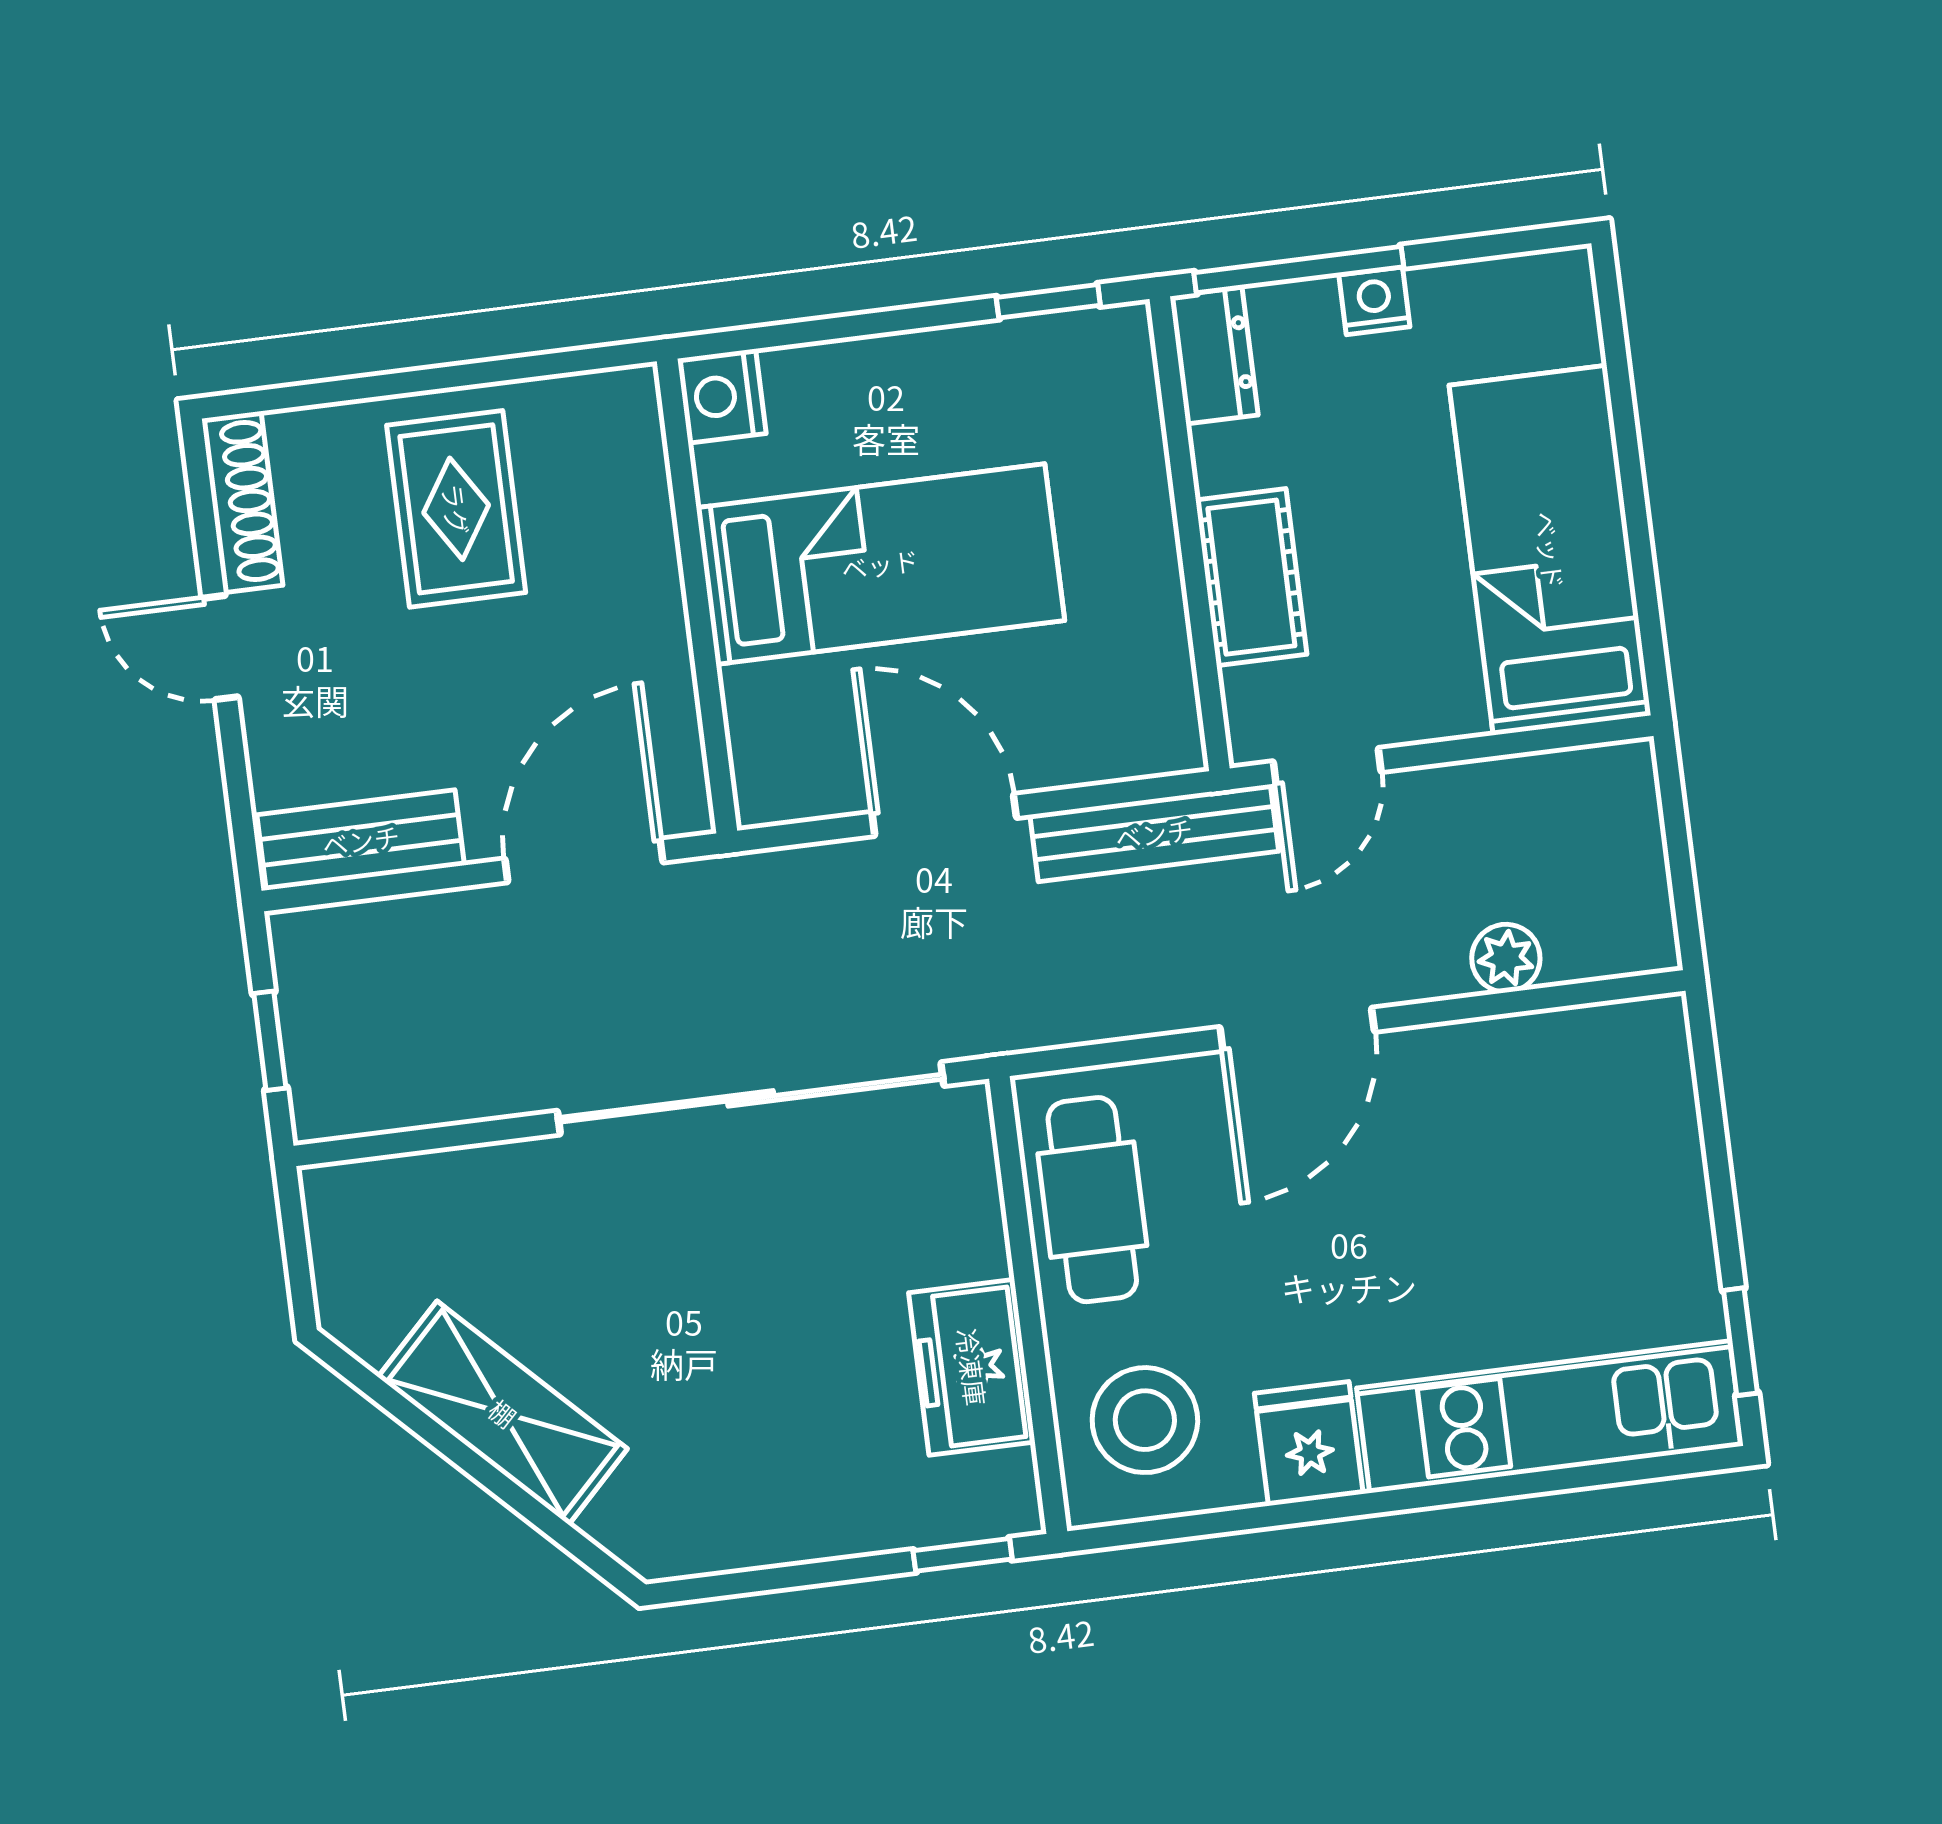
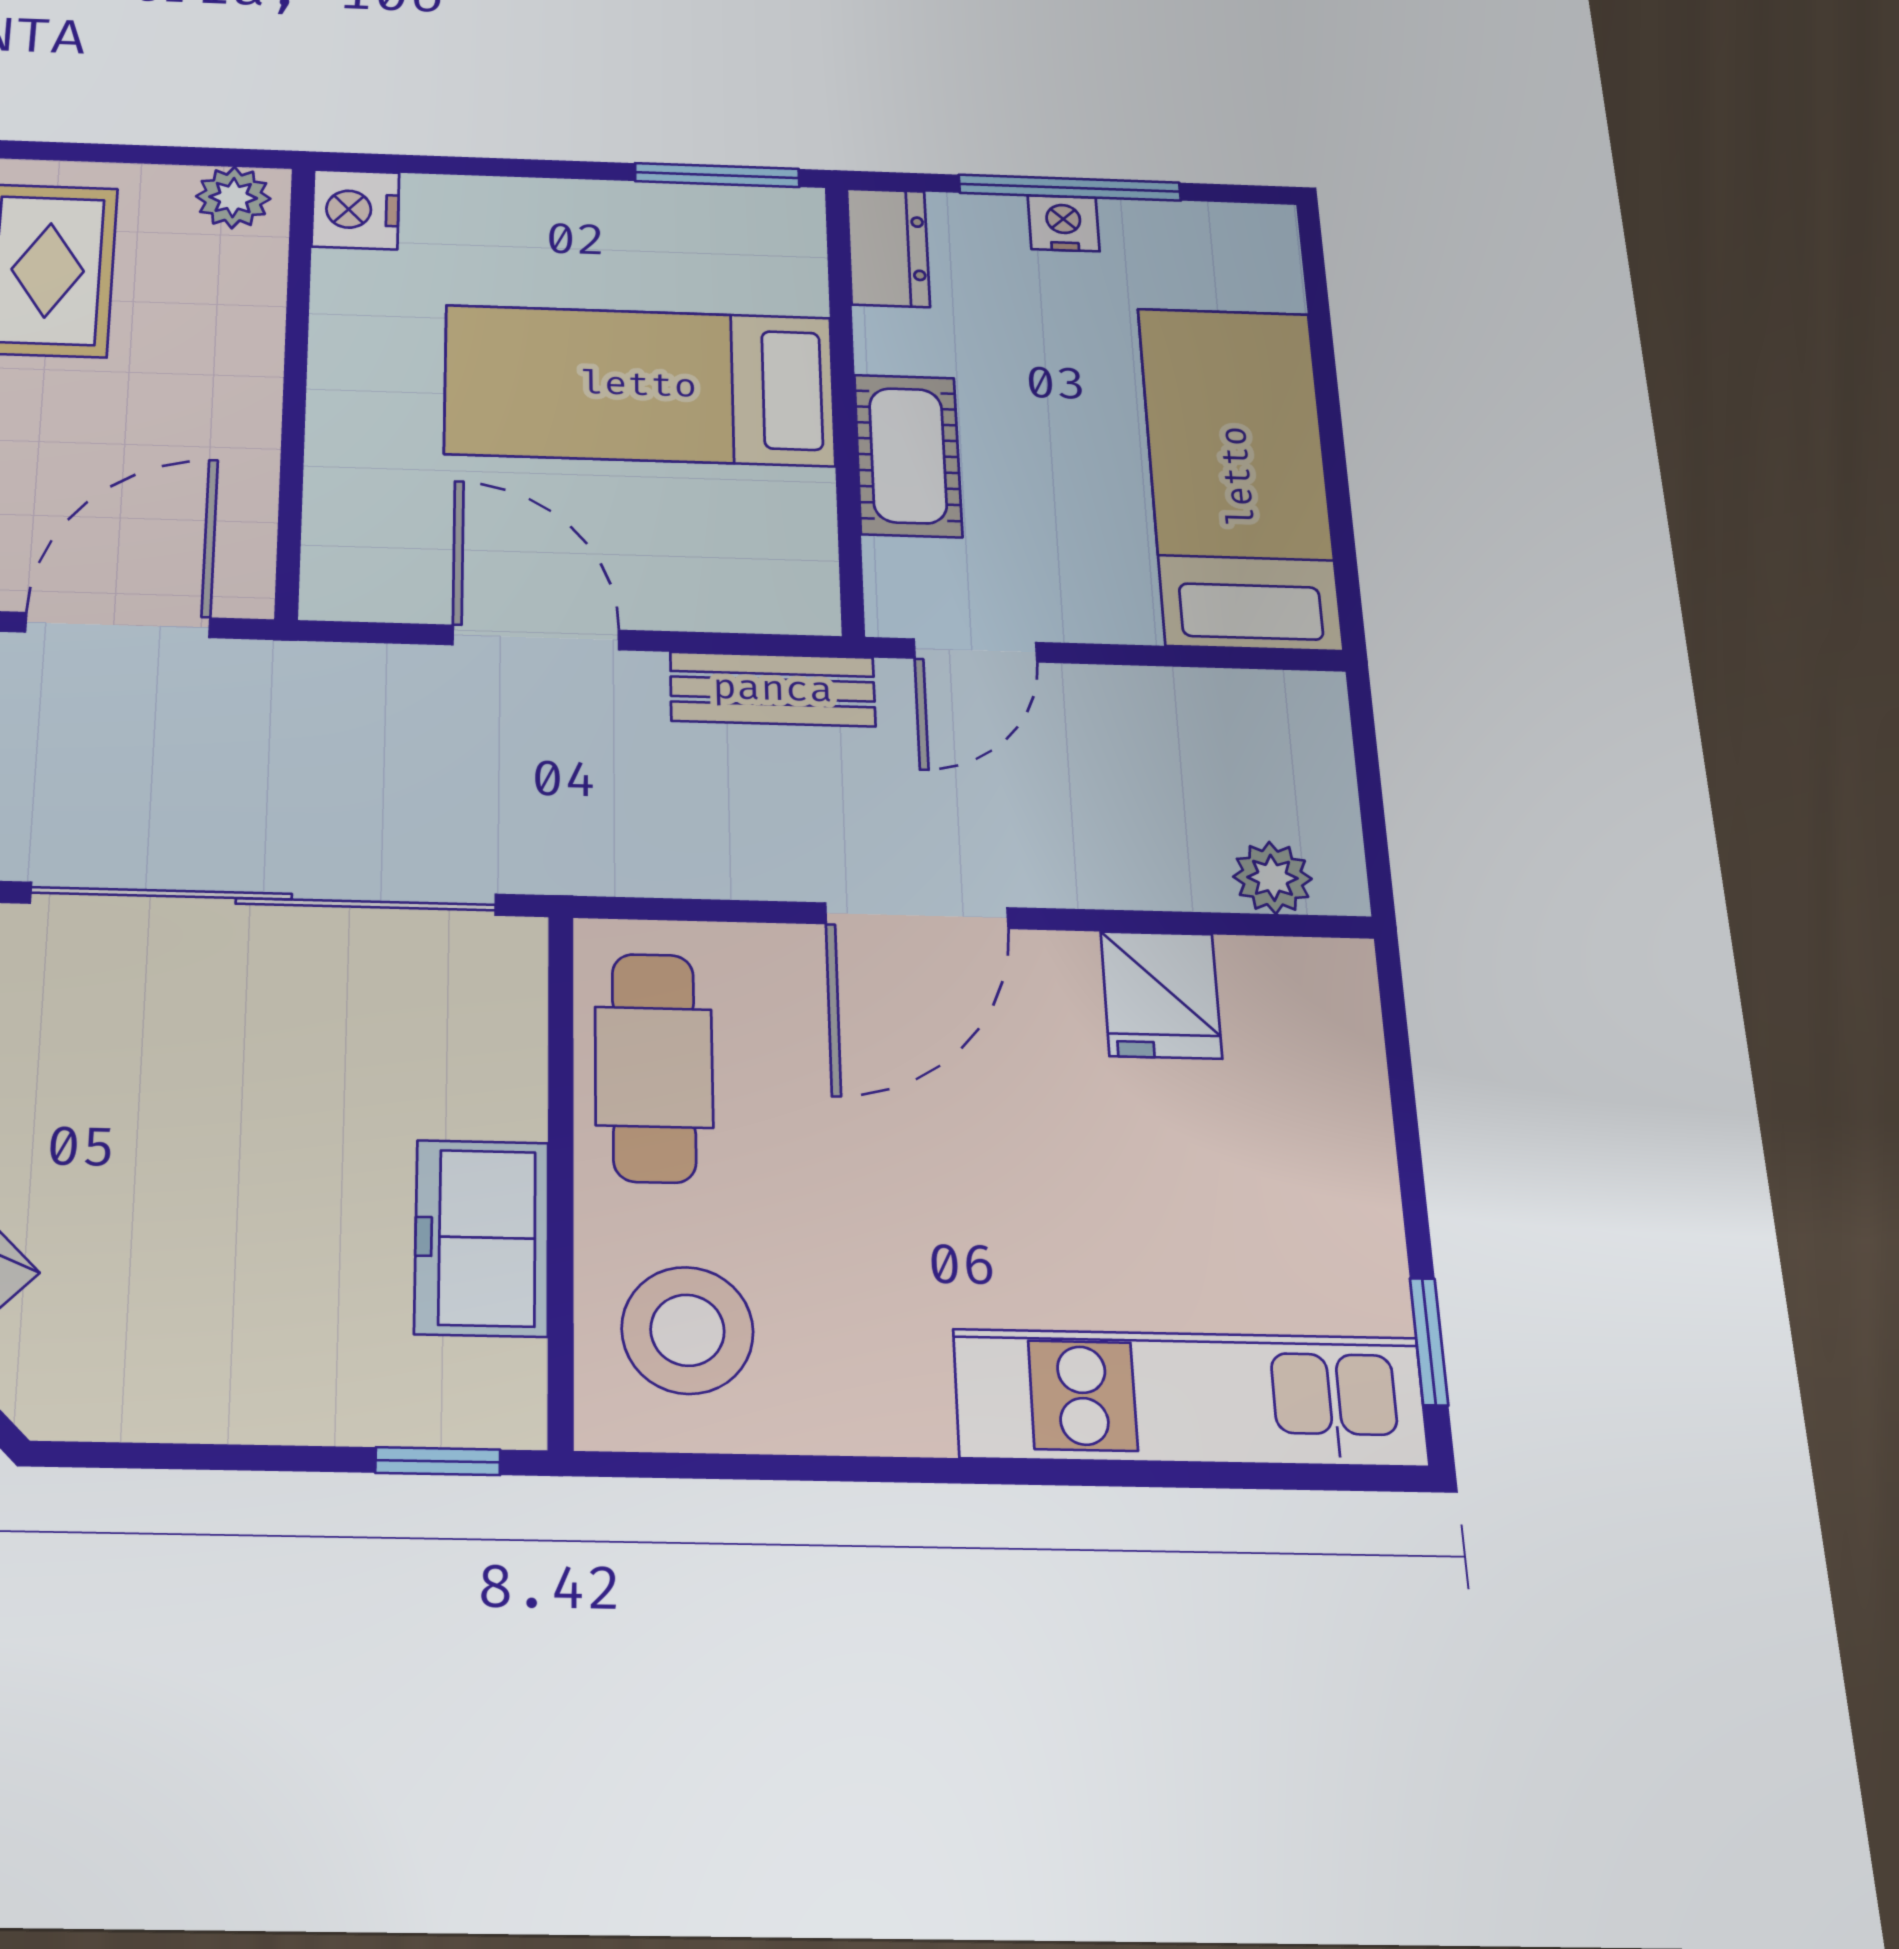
window: (1299, 270) -> (1070, 188), moved
window: (1048, 301) -> (717, 175), width x1.50
plant: (609, 402) -> (233, 198), added
bed: (880, 564) -> (639, 385), moved, turned 180
bench: (1154, 833) -> (773, 689), width x0.73
plant: (1506, 958) -> (1272, 878), moved
fridge: (1309, 1444) -> (1161, 995), moved, turned 180

